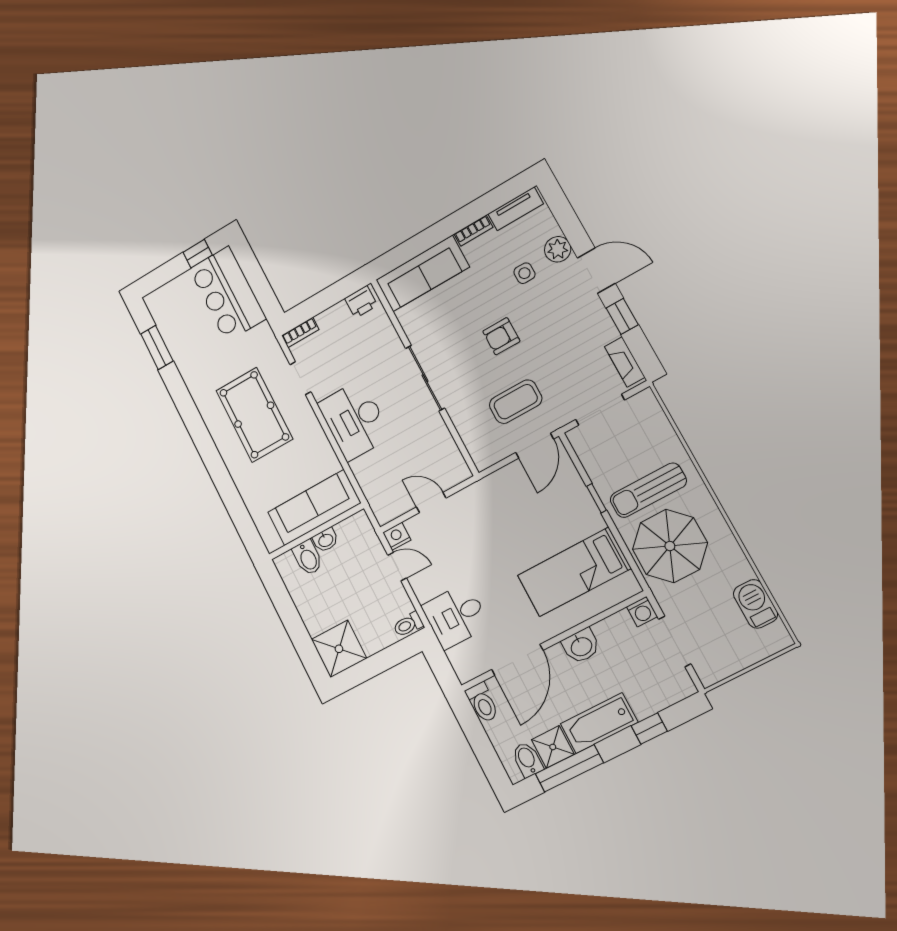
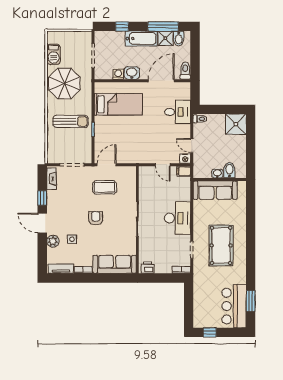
bar counter: (228, 294) -> (234, 306), moved, turned 180
armchair: (501, 336) -> (96, 218), turned -90
filing cabinet: (387, 511) -> (184, 171), added
parasol: (670, 546) -> (64, 84), moved
washing machine: (642, 612) -> (118, 74), moved

